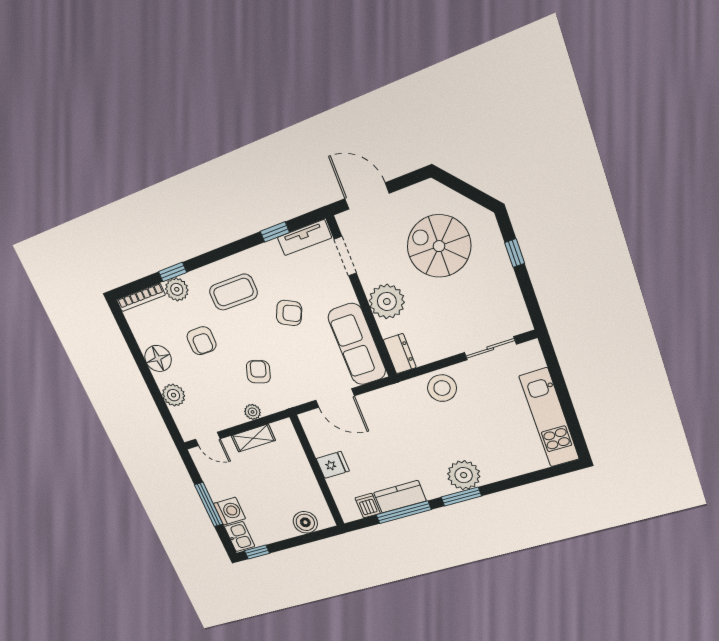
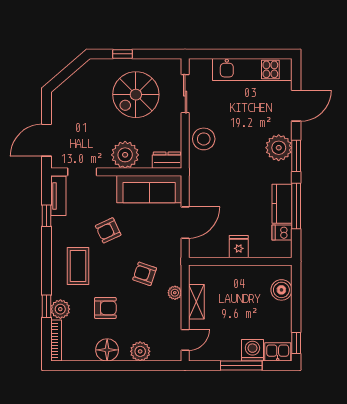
spiral stairs: (439, 246) -> (136, 95), moved
armchair: (289, 313) -> (108, 230), turned -141
door: (522, 480) -> (296, 106), added

